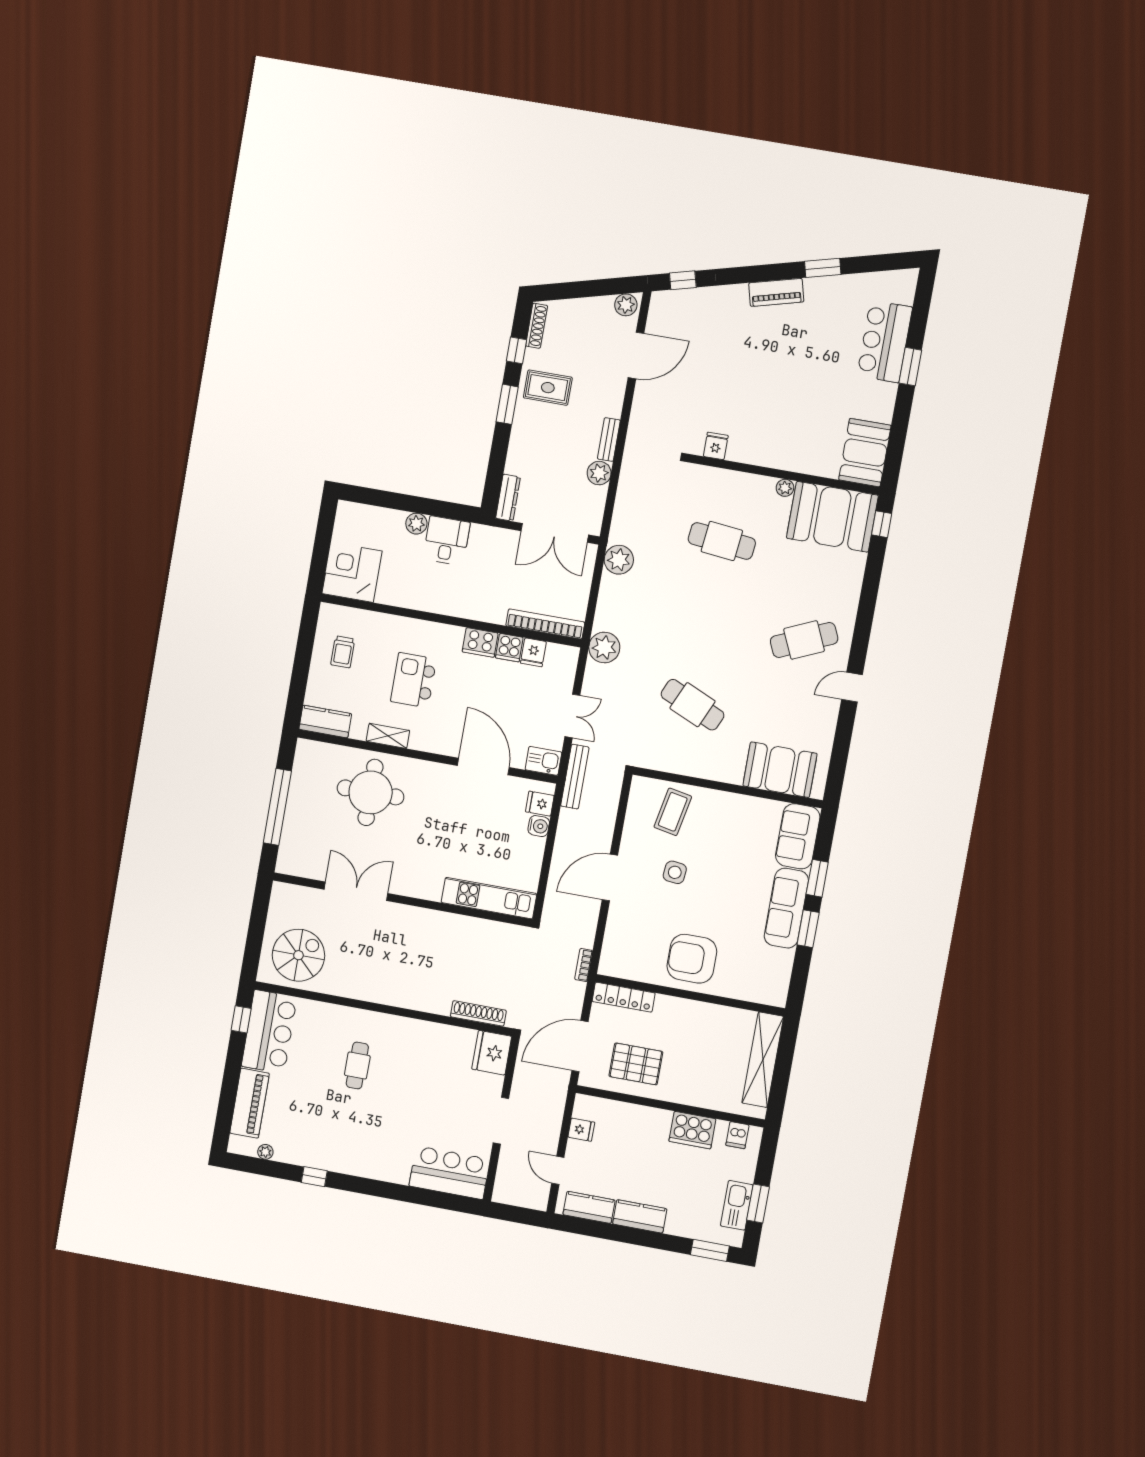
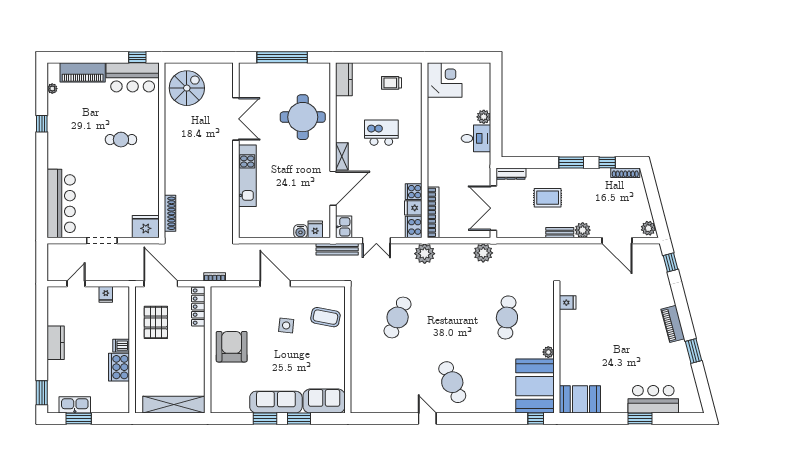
rug: (548, 388) -> (548, 198), moved, turned 90
plant: (599, 473) -> (583, 230), moved
cooker: (480, 642) -> (414, 227), moved
shelving: (388, 736) -> (342, 156), moved
booth: (780, 770) -> (365, 382), removed
kitchen unit: (489, 898) -> (247, 176), moved
spiral stairs: (298, 955) -> (187, 88), turned -90
dishwasher: (737, 1135) -> (121, 346), moved
bar counter: (449, 1173) -> (61, 204), width x1.36
kitchen counter: (589, 1207) -> (55, 309), removed

